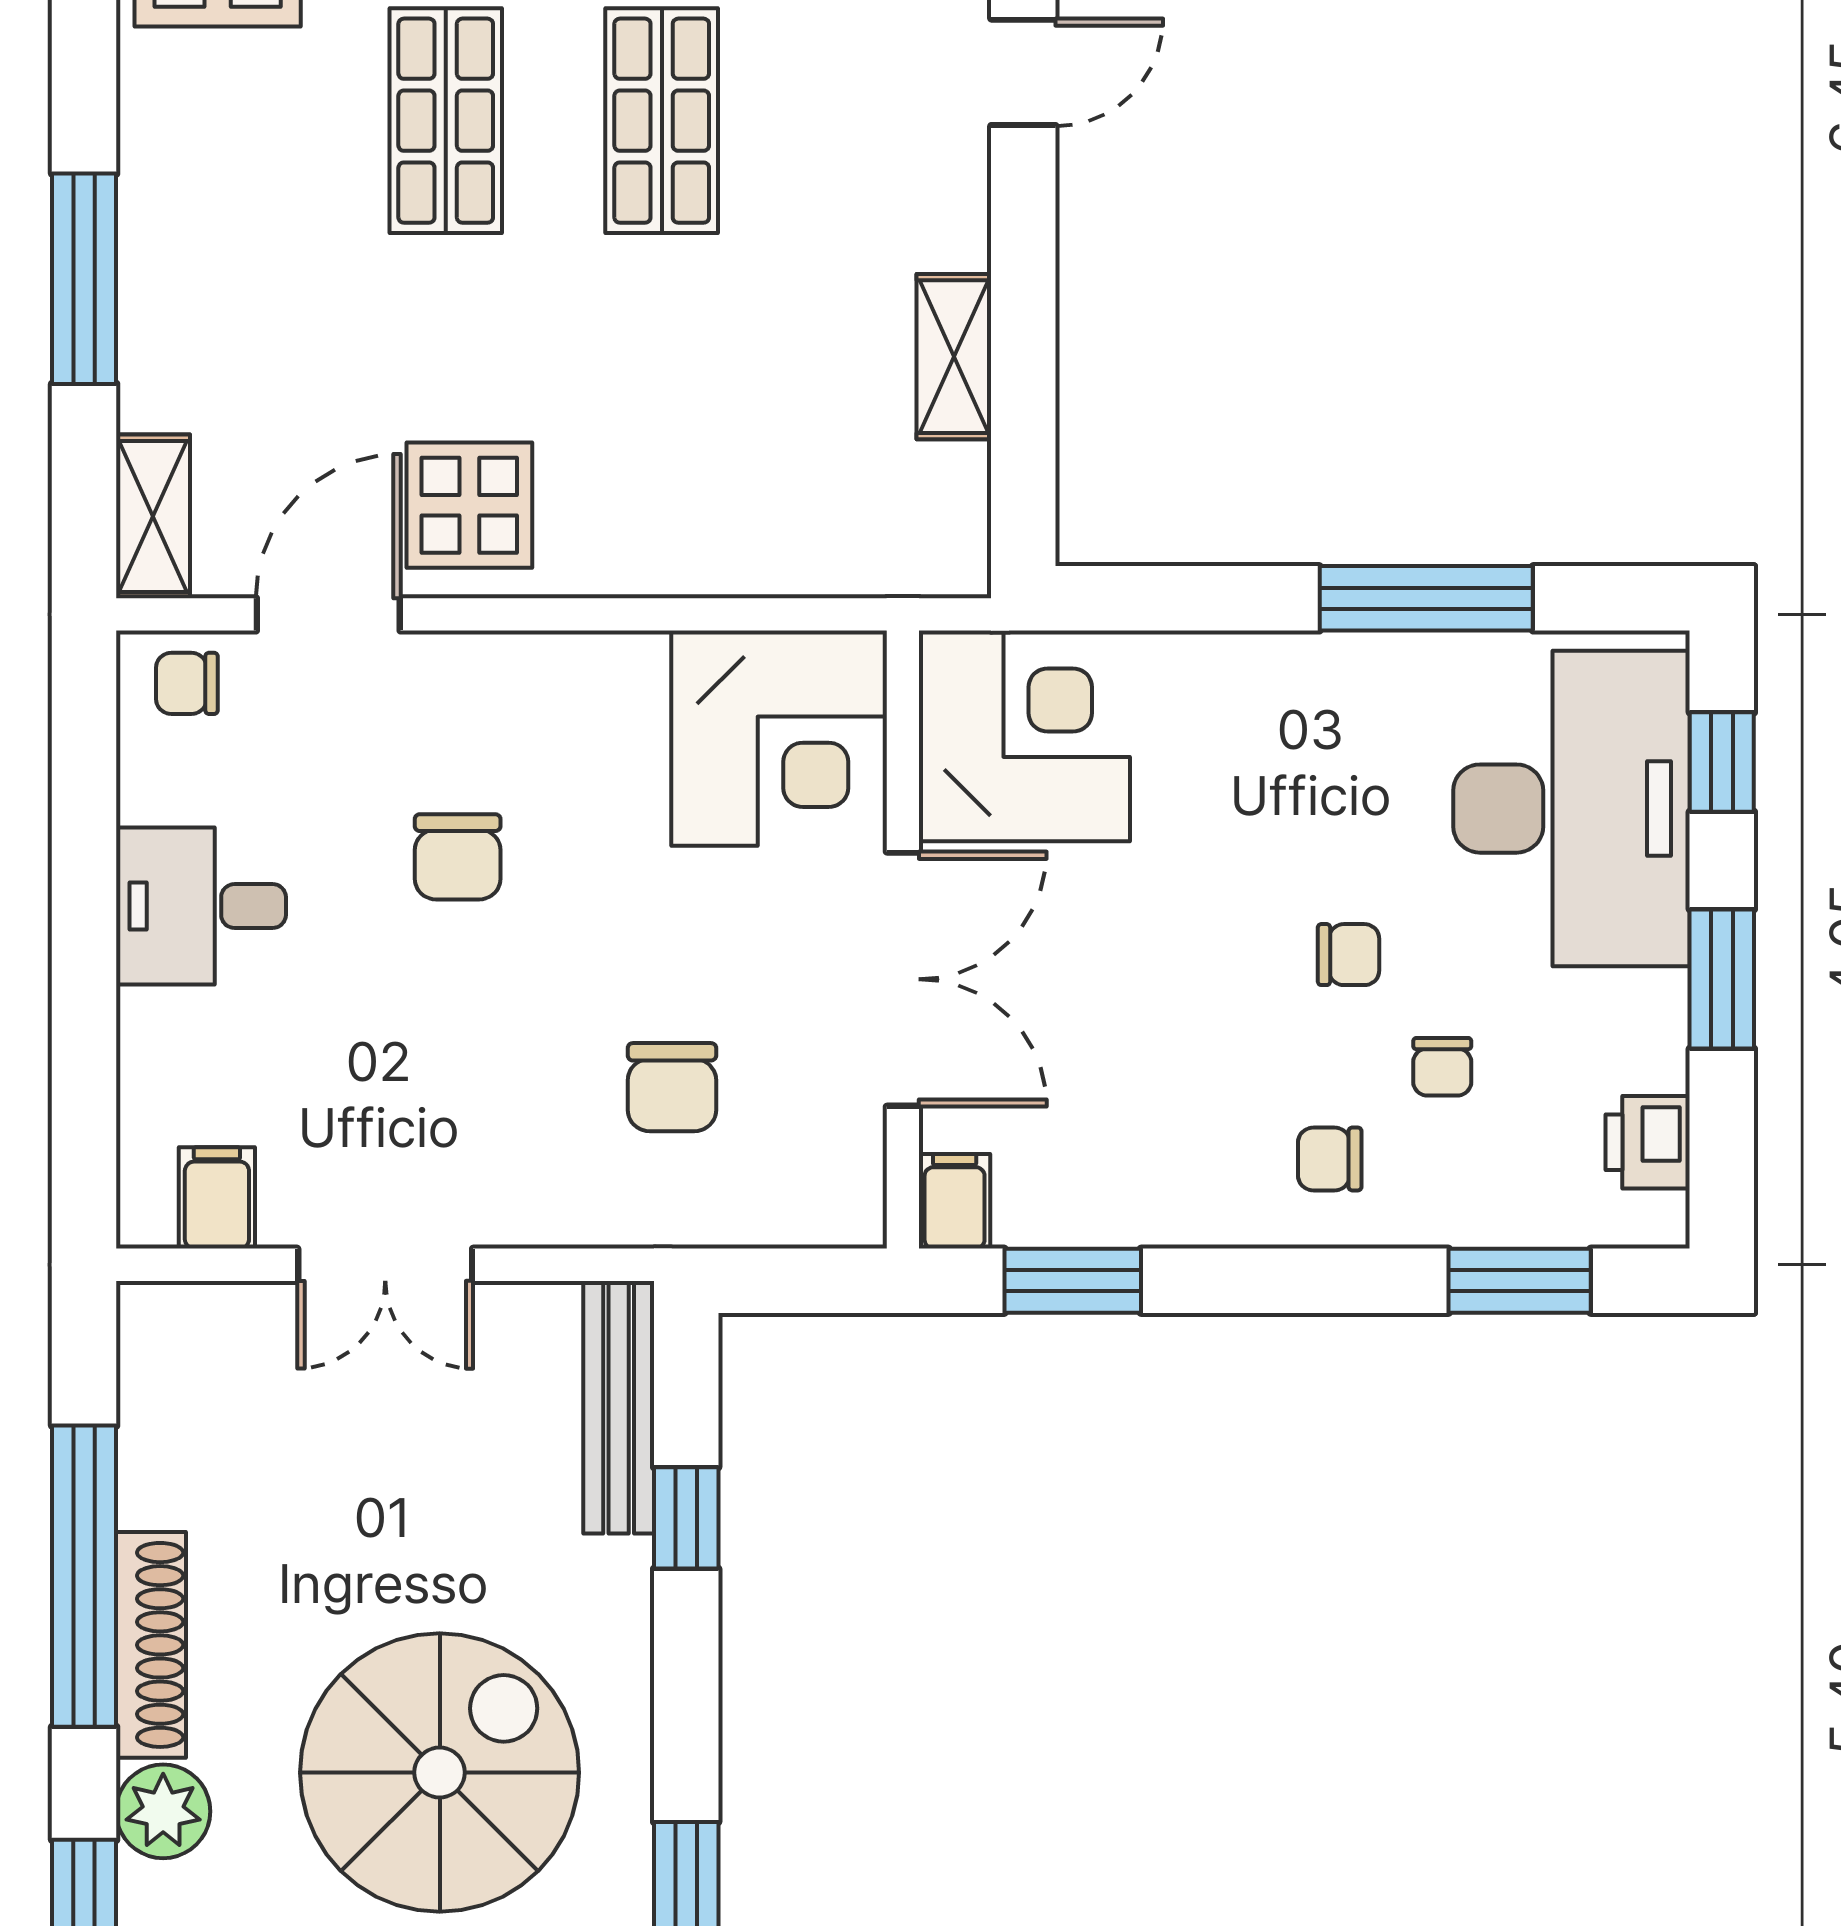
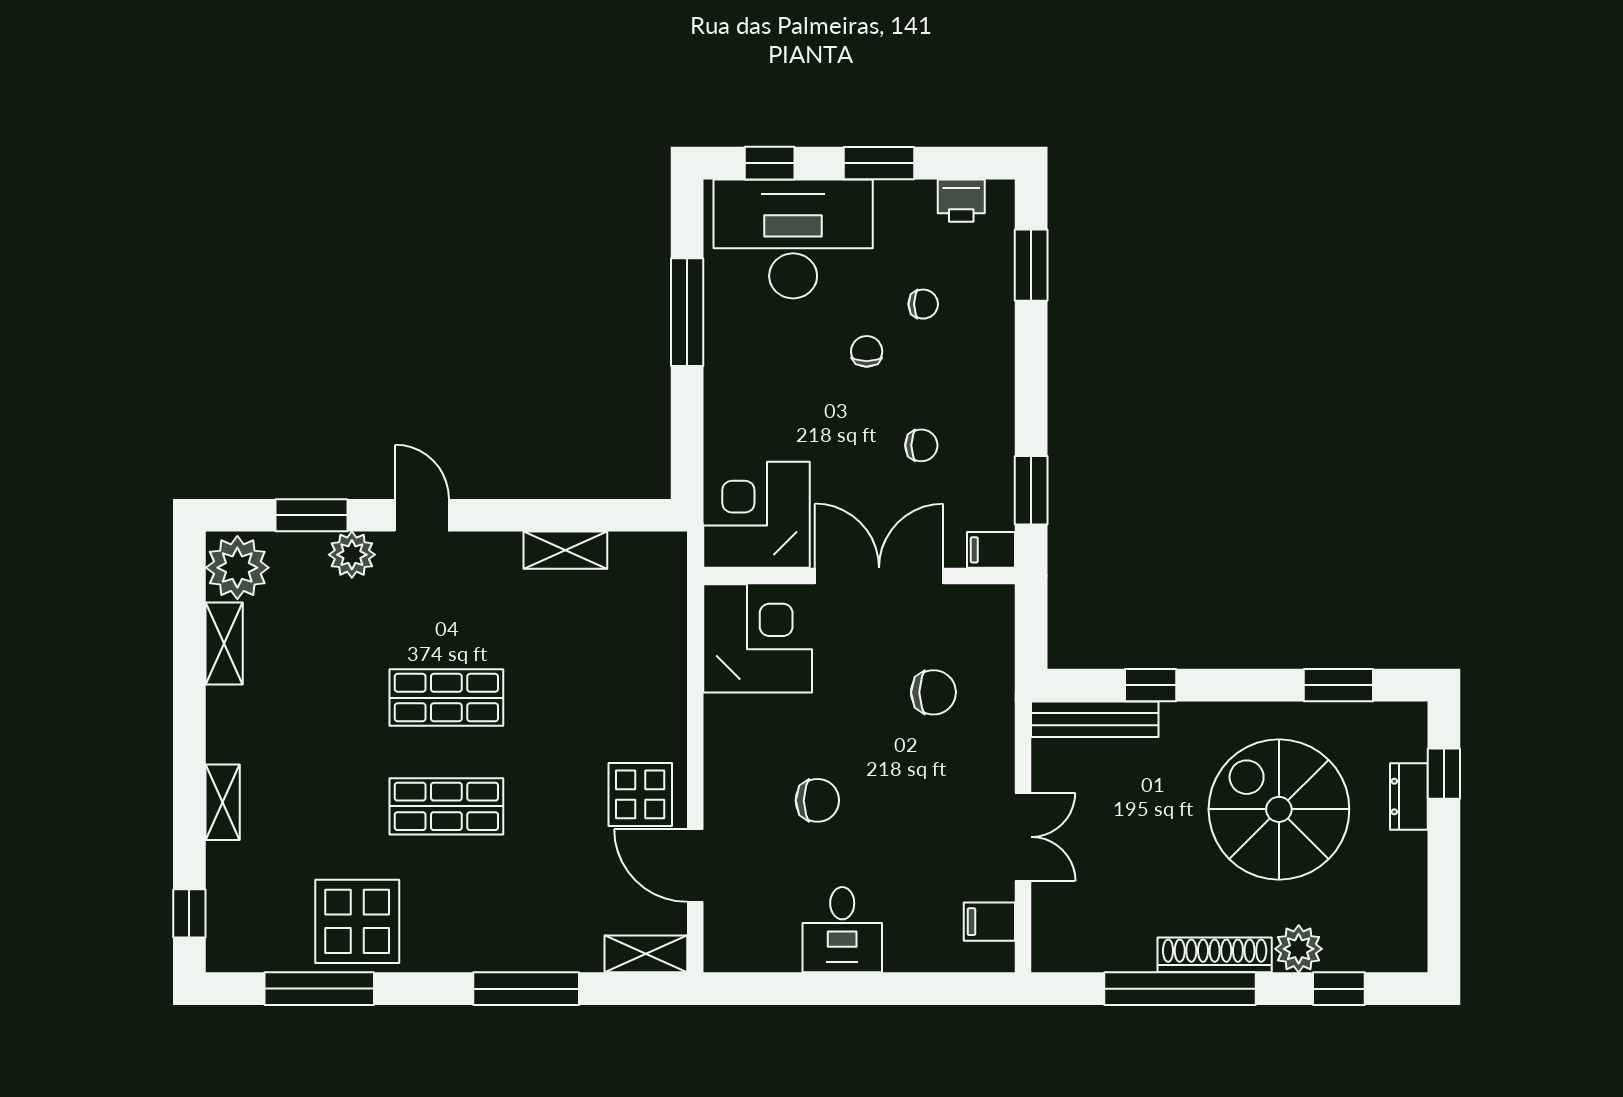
chair: (187, 683) -> (730, 937), removed
chair: (1330, 1159) -> (921, 445), moved, turned -90

